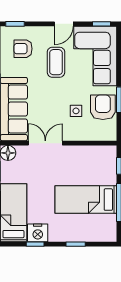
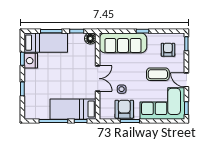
armchair: (103, 107) -> (124, 109), turned -90
double door: (45, 143) -> (98, 79), moved
bed: (86, 200) -> (73, 109), moved, turned -90

